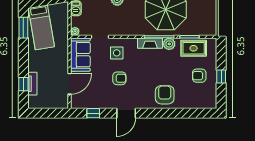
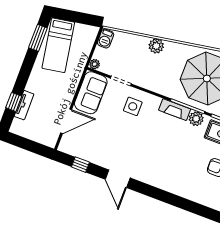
armchair: (119, 78) -> (125, 136), removed
armchair: (165, 95) -> (169, 174), removed
door: (126, 113) -> (118, 179), hinge flipped

